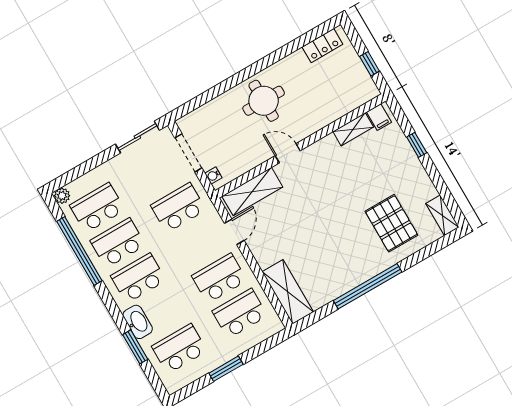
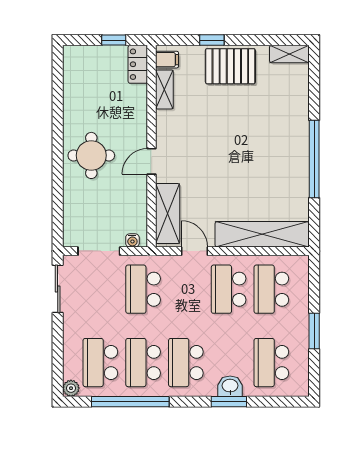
locker: (322, 46) -> (138, 64), moved, turned 180
pallet: (391, 223) -> (230, 66), moved
shelving: (288, 292) -> (262, 234), width x1.47
washbasin: (138, 322) -> (230, 386), width x0.72
window: (135, 347) -> (229, 402), moved

